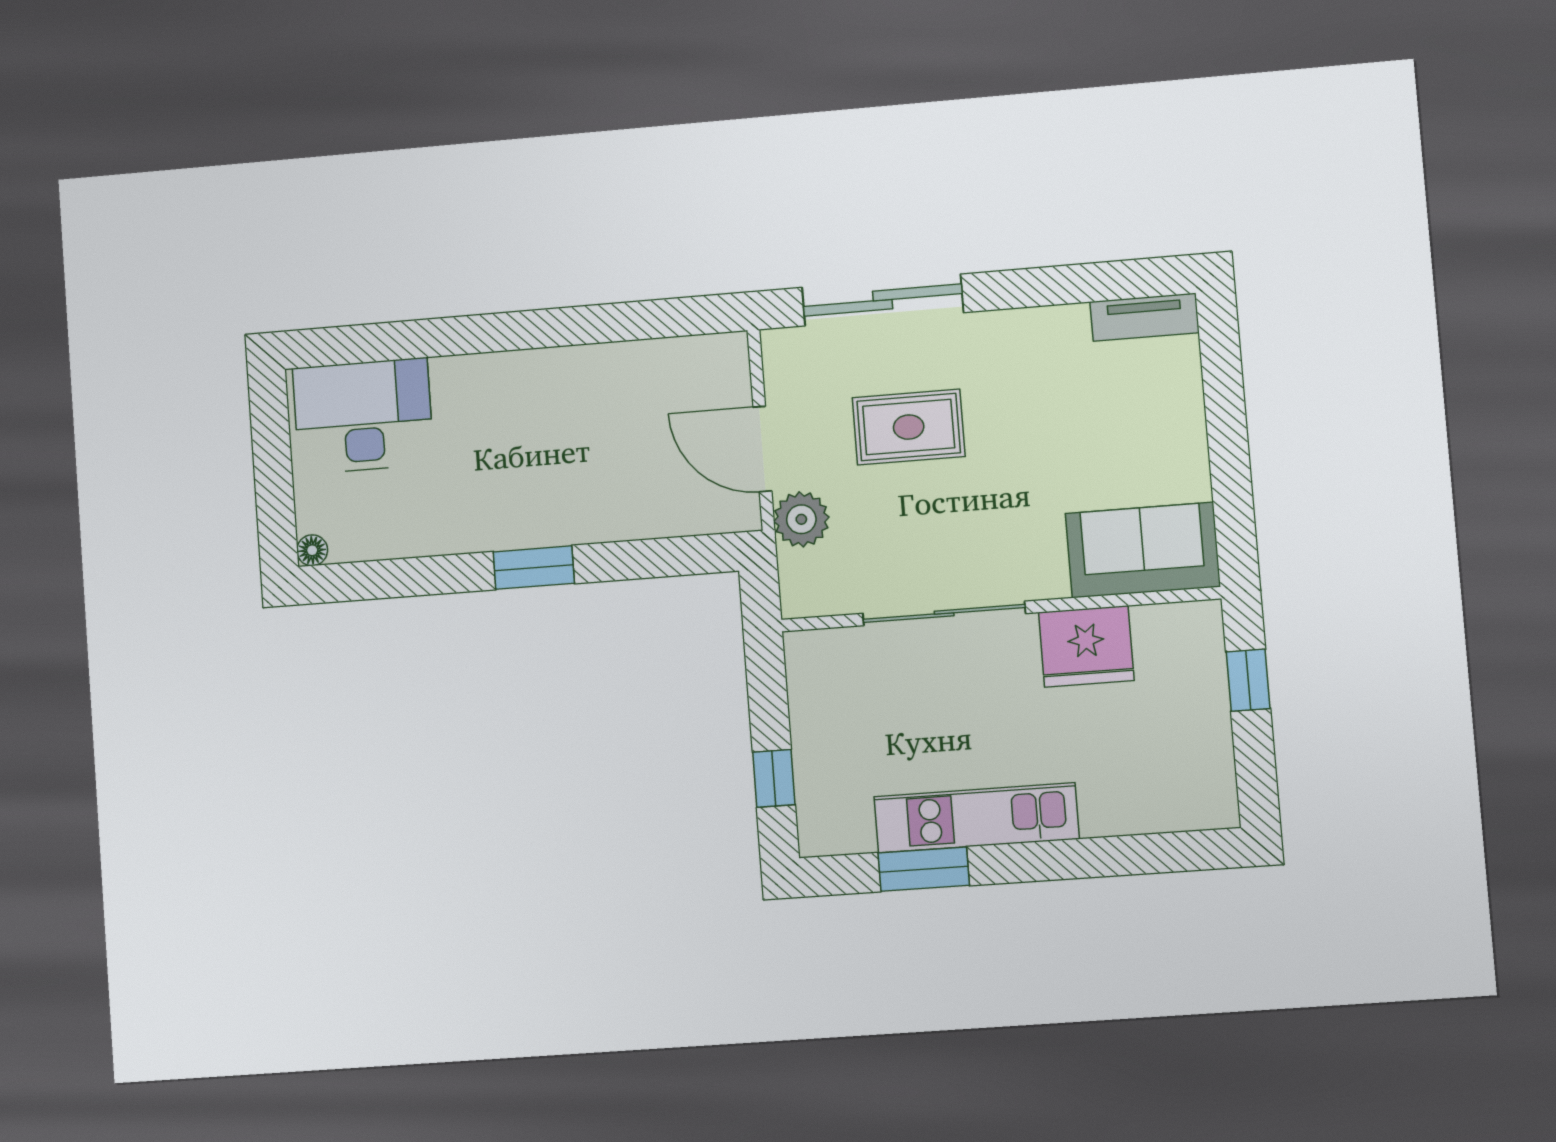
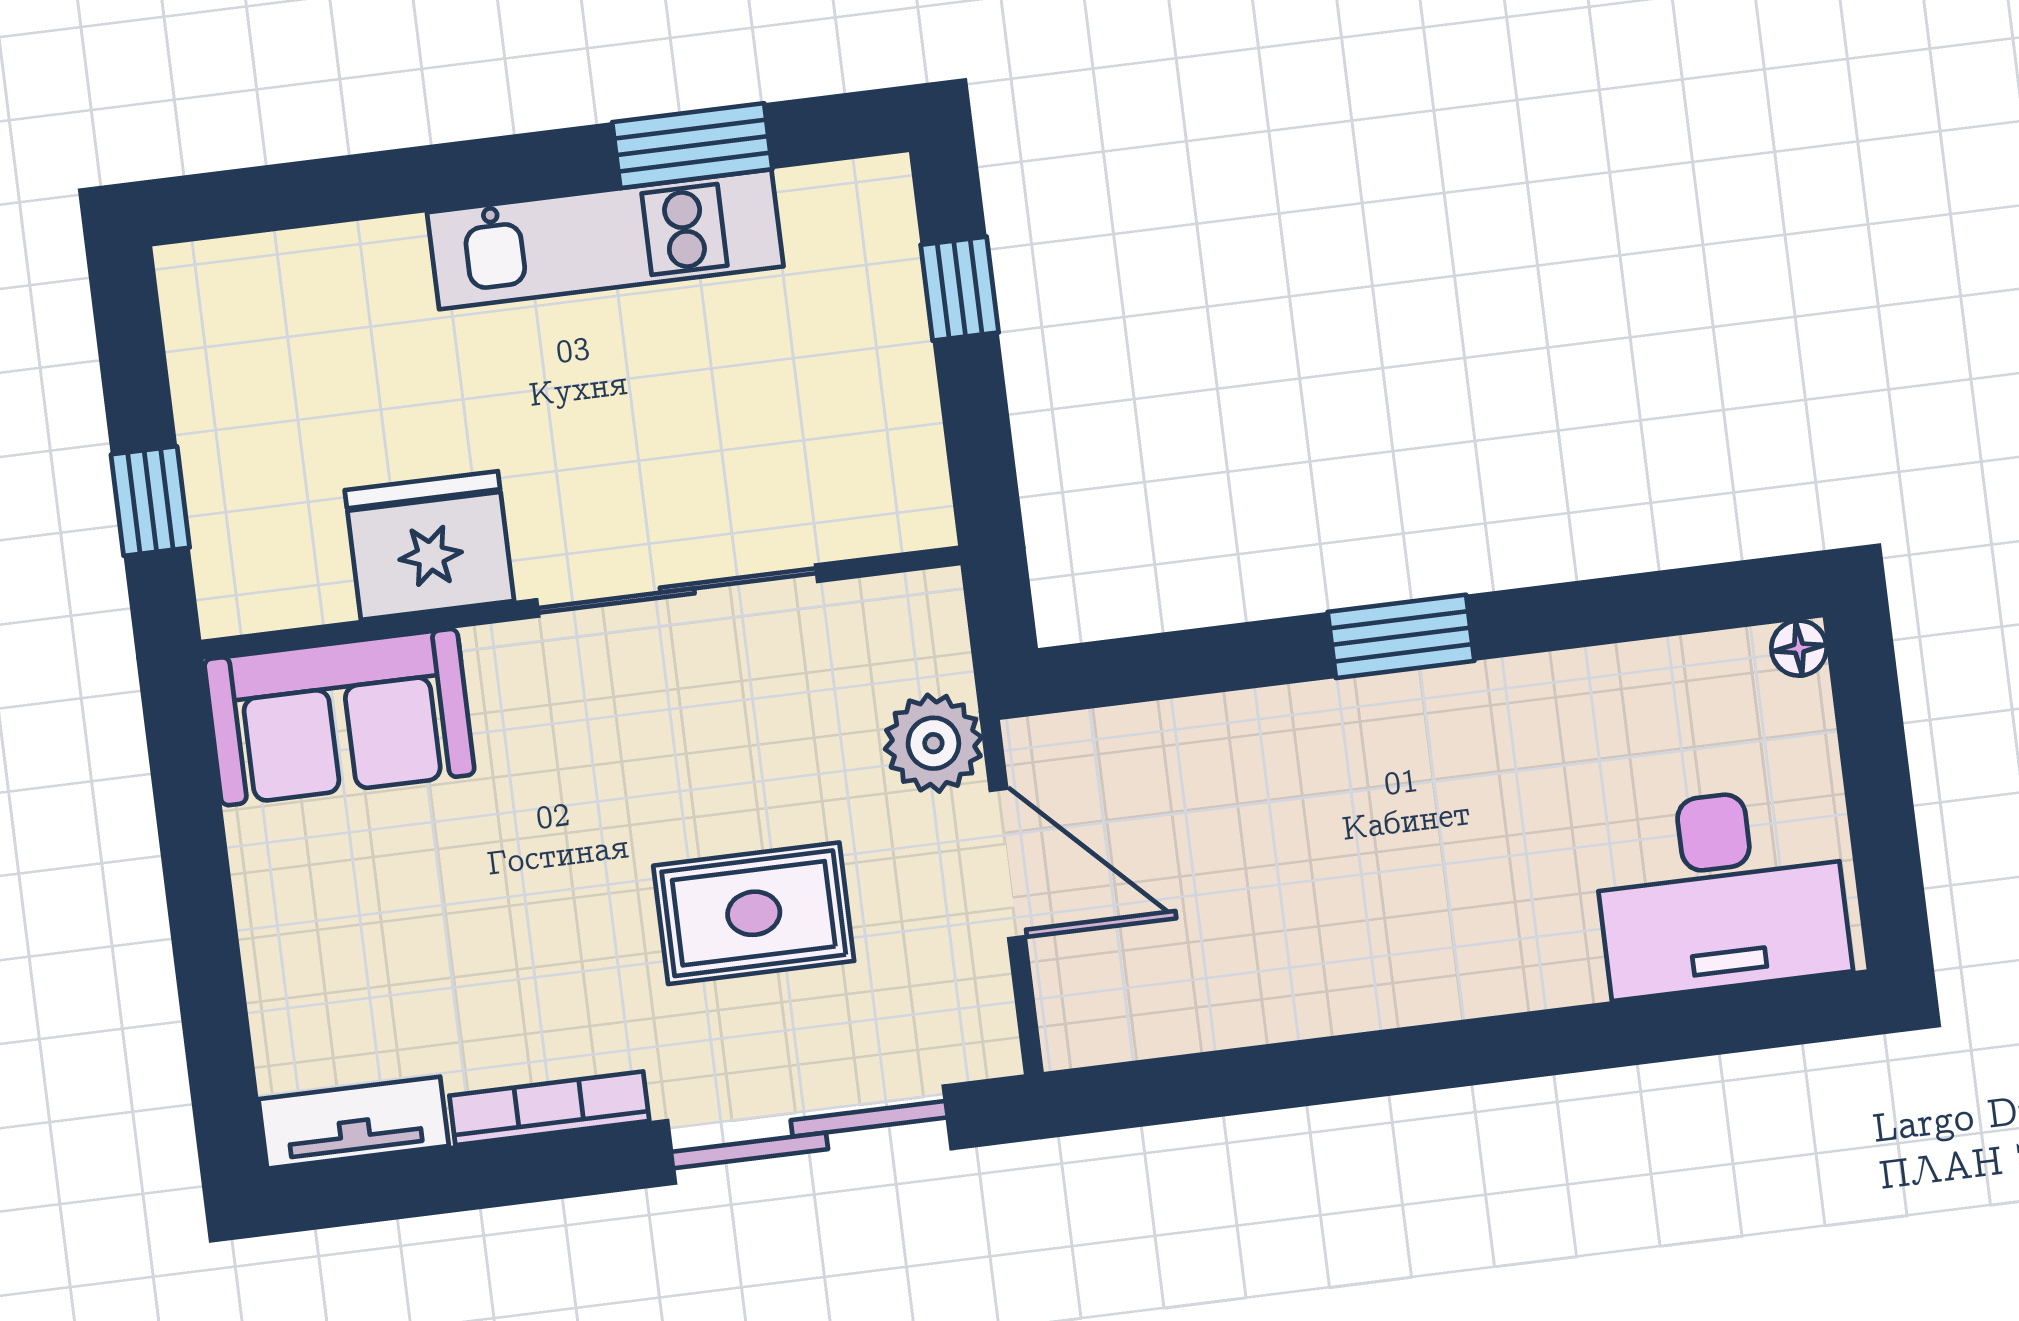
bookcase: (1031, 321) -> (549, 1108), added

